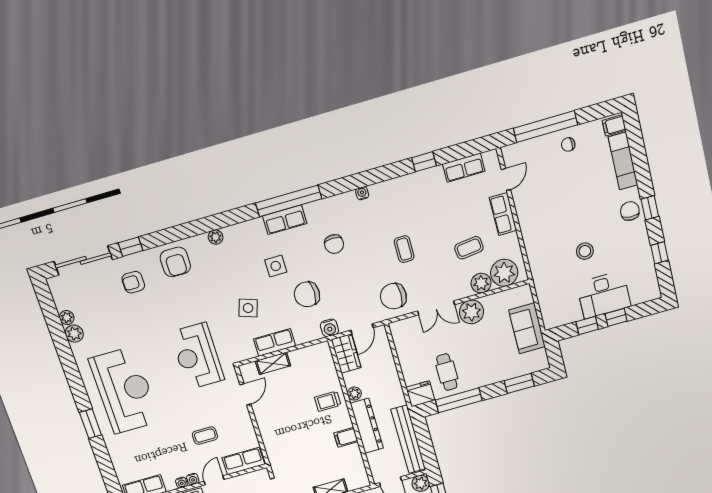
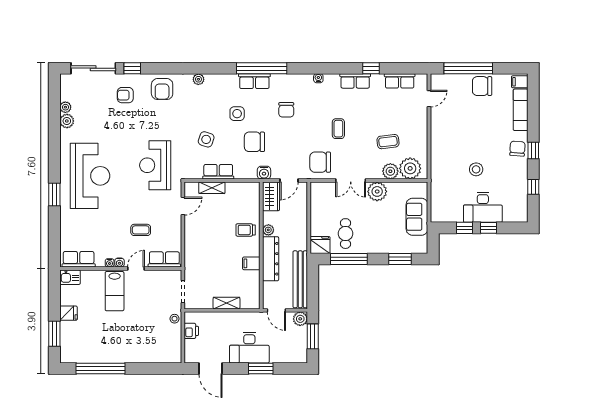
chair: (568, 144) -> (482, 86), width x1.87, depth x1.87
row of seats: (503, 214) -> (355, 81), moved, turned -90

